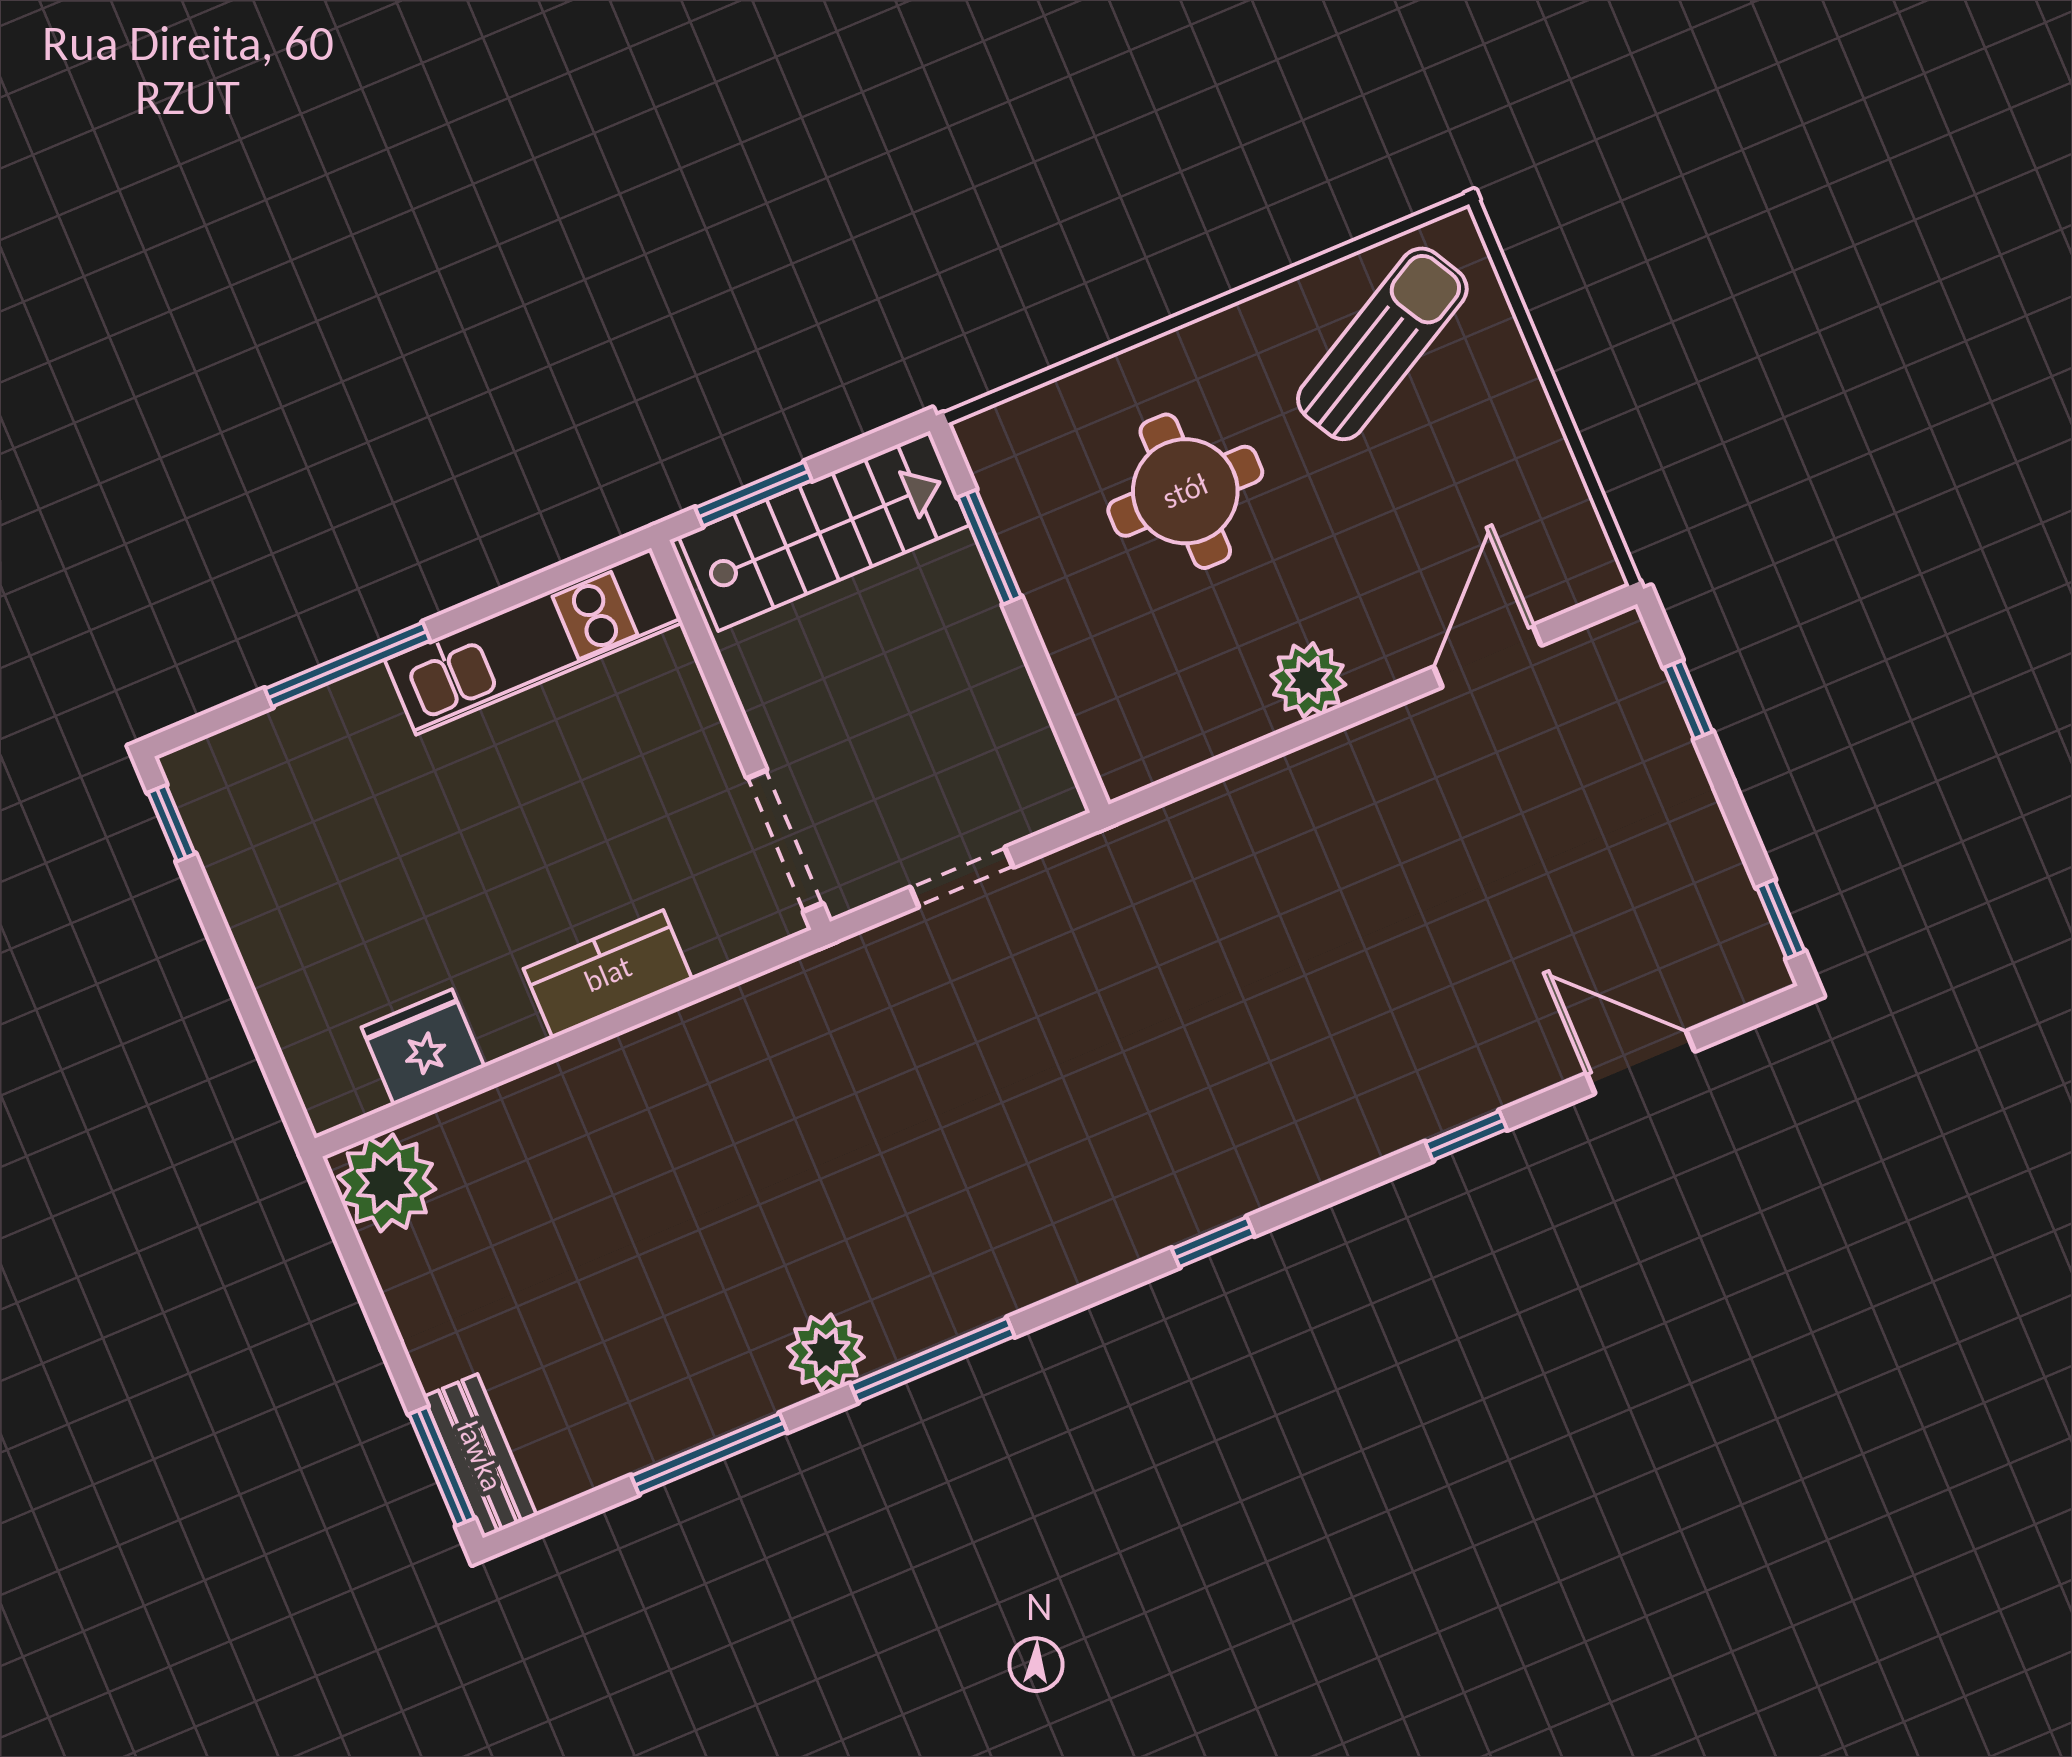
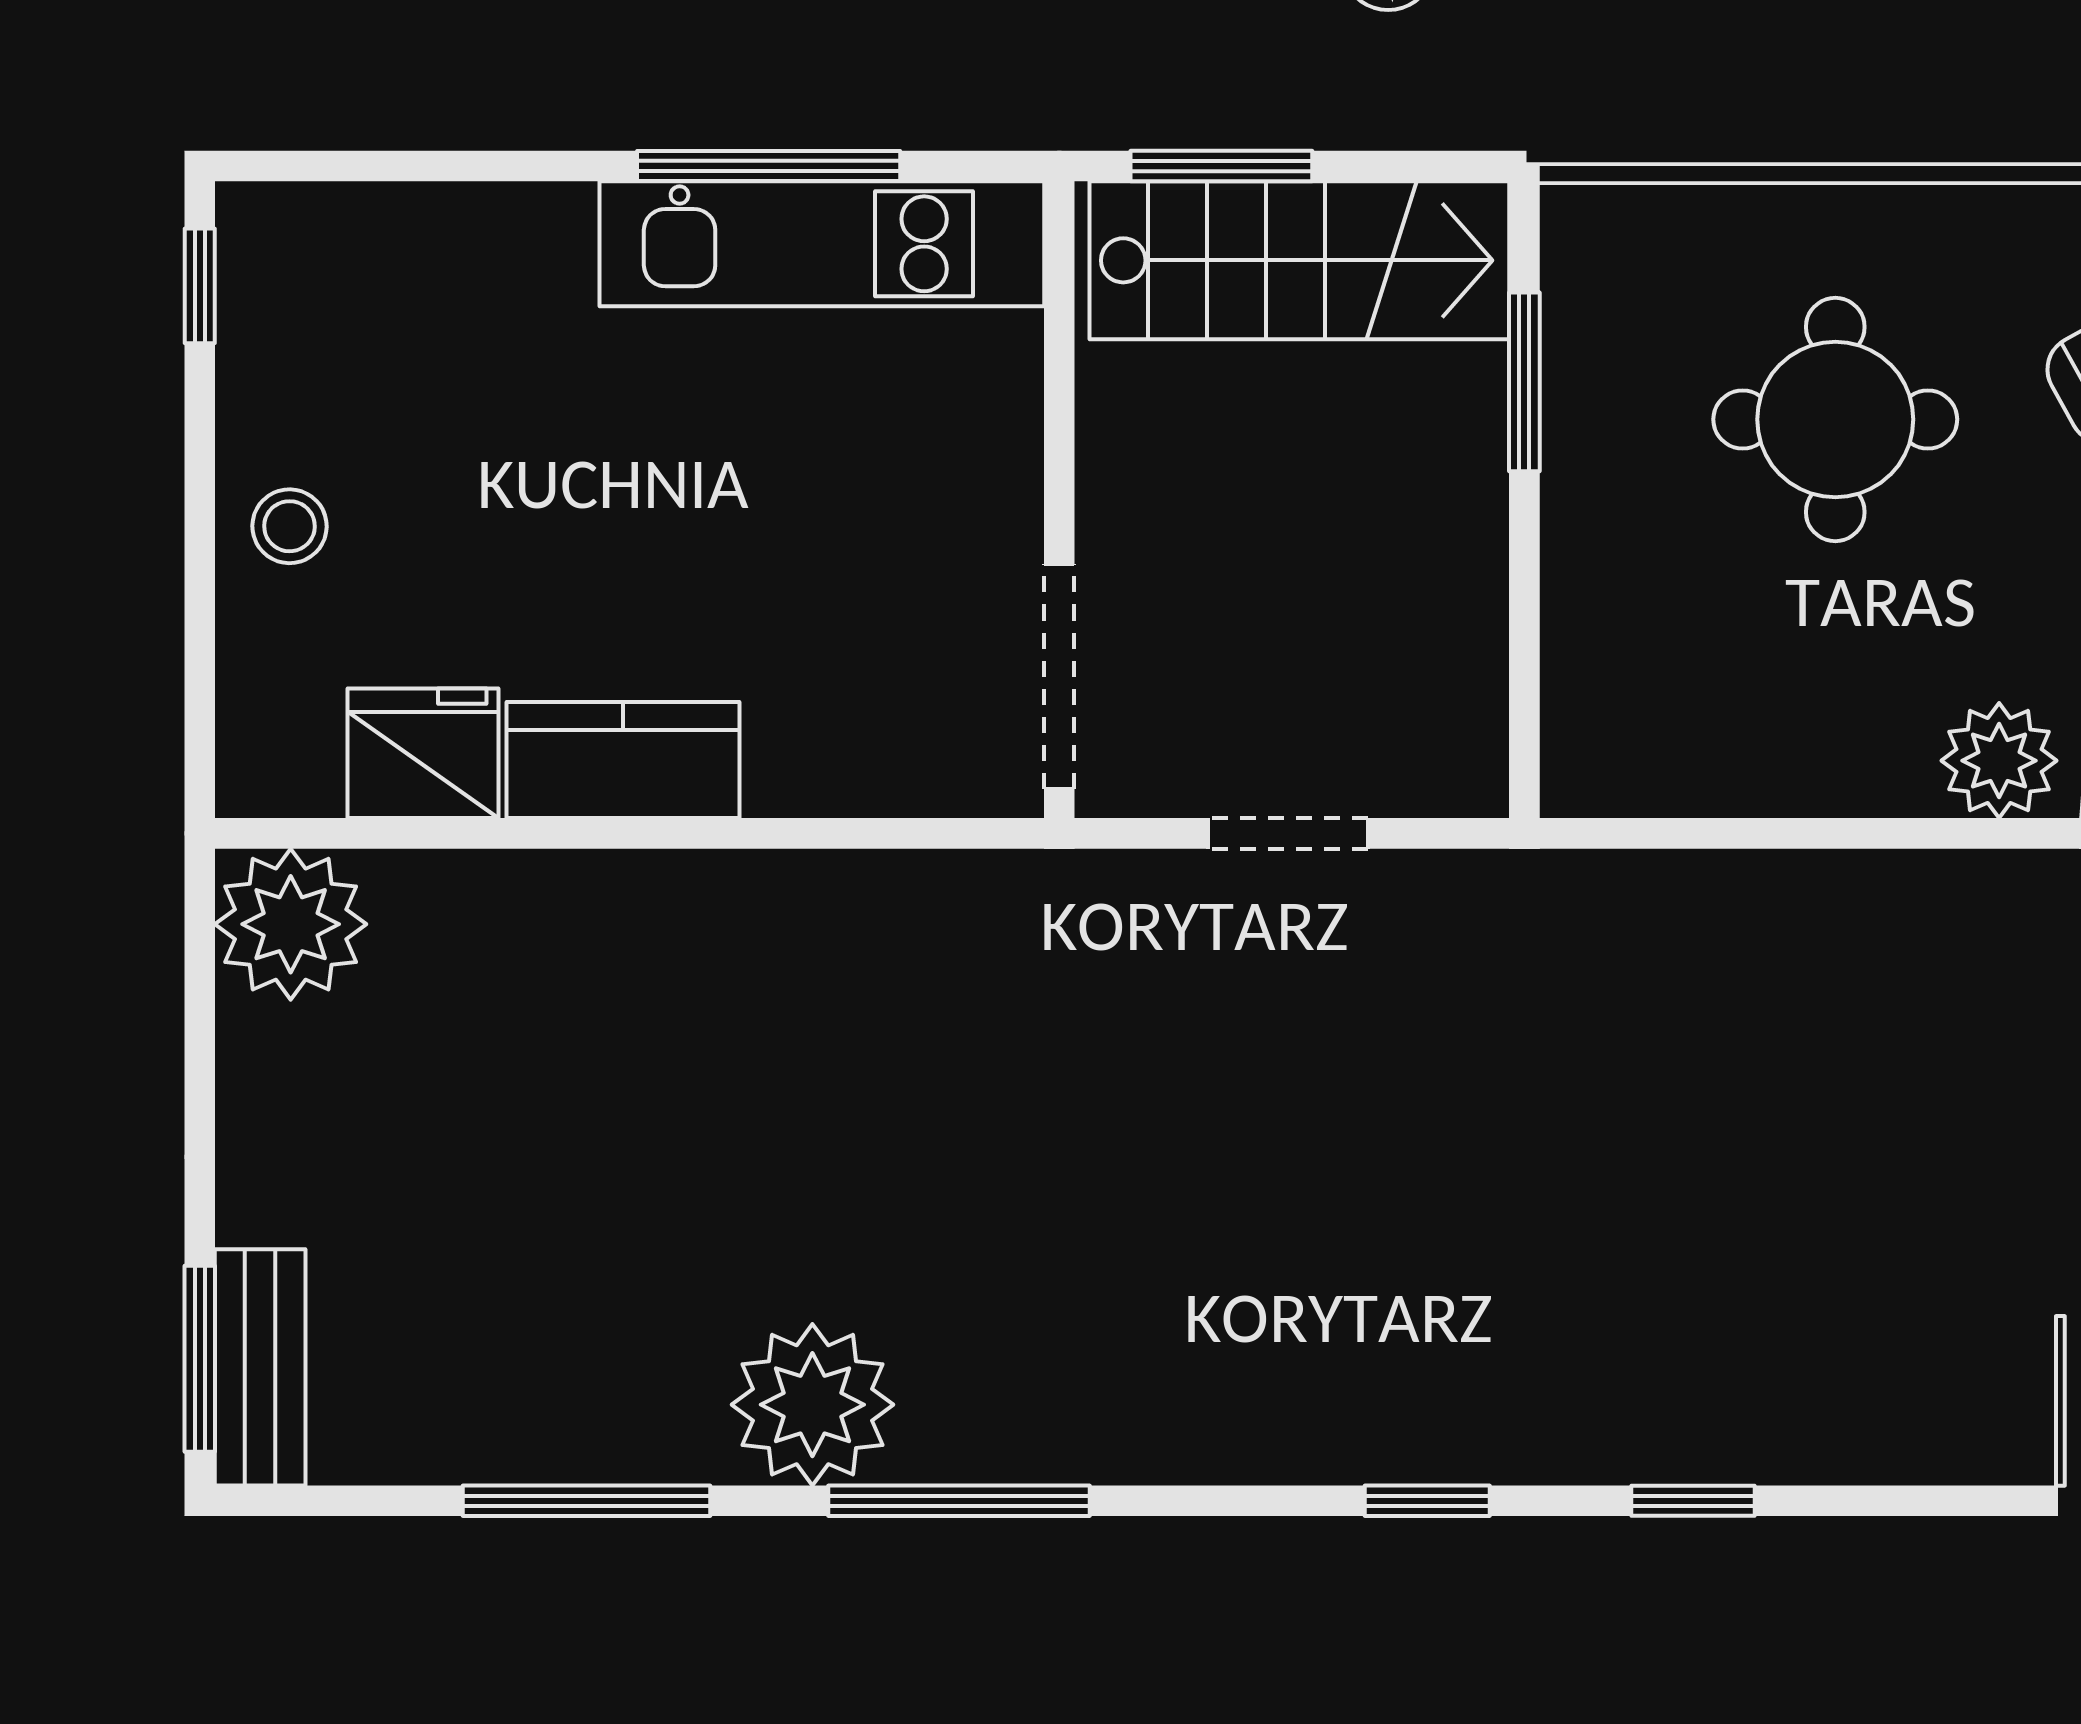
window: (347, 665) -> (769, 166), moved
plant: (1308, 680) -> (1999, 761), moved
stool: (286, 945) -> (289, 526), added
kitchen counter: (608, 974) -> (623, 760), moved
window: (1466, 1136) -> (1693, 1501), moved
plant: (826, 1352) -> (812, 1405), width x1.36, depth x1.36

